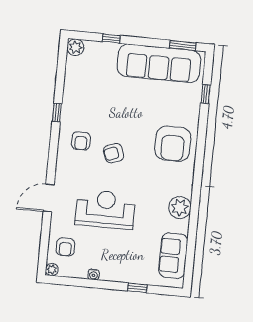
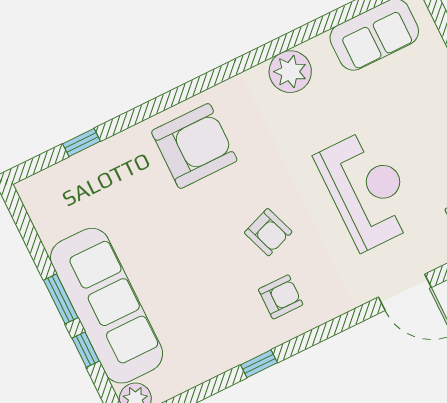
window: (183, 45) -> (61, 299), moved
sofa: (159, 63) -> (107, 306), moved
reception desk: (105, 209) -> (367, 190), turned 180

